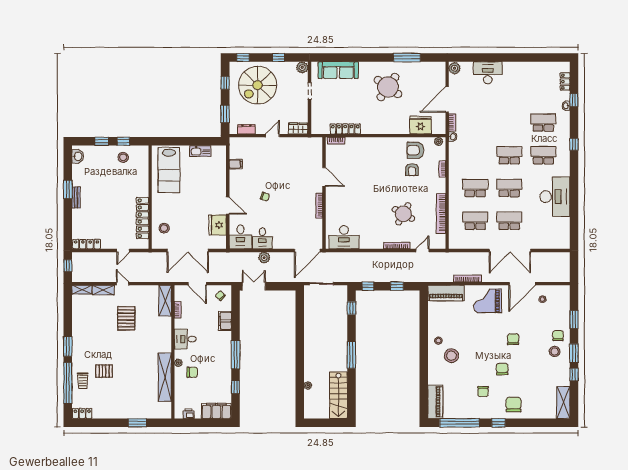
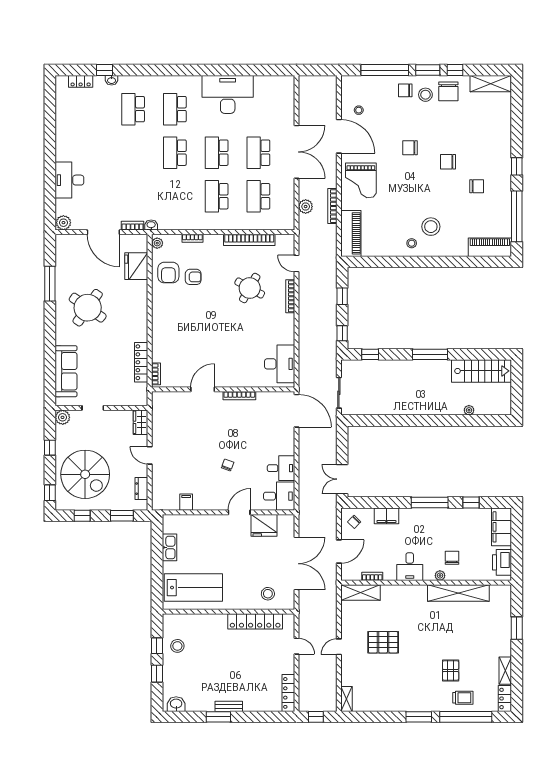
window: (574, 144) -> (161, 70), removed
plant: (264, 258) -> (306, 207), moved
shelving: (103, 290) -> (505, 671), moved
window: (574, 320) -> (385, 70), width x2.11
chair: (514, 404) -> (448, 91), moved, turned -90
printer: (189, 414) -> (502, 562), width x1.87, depth x1.48

